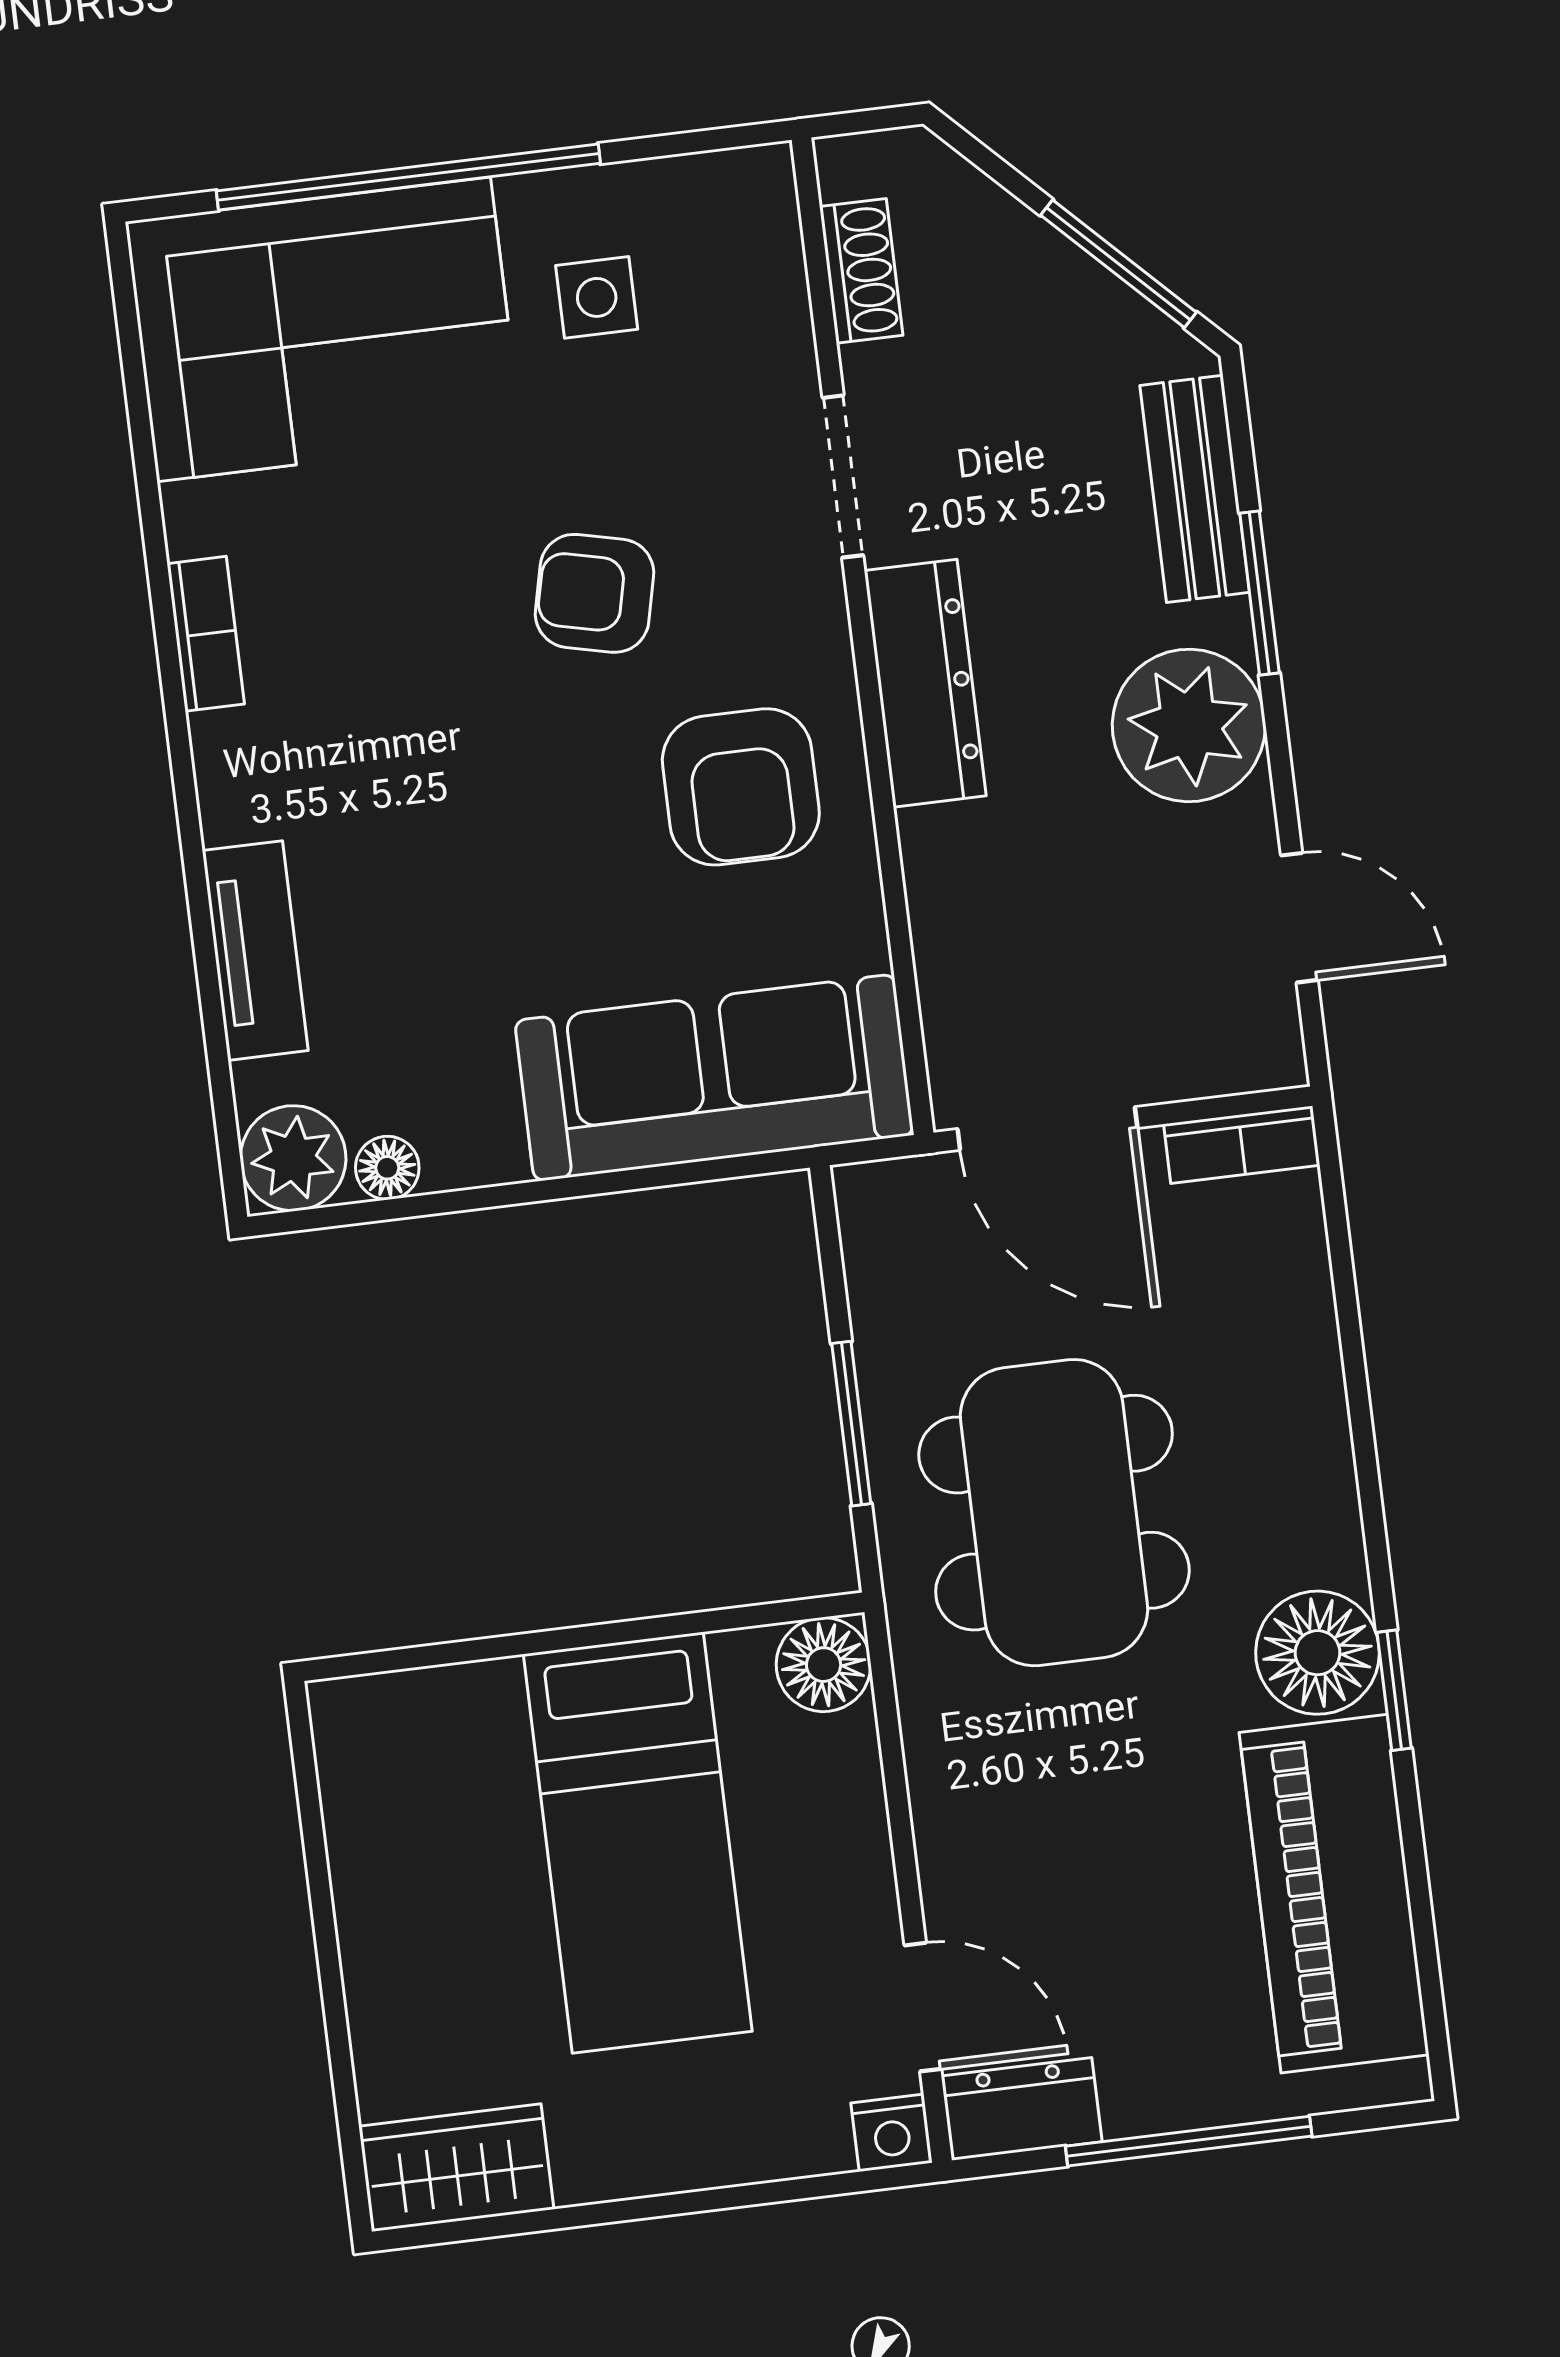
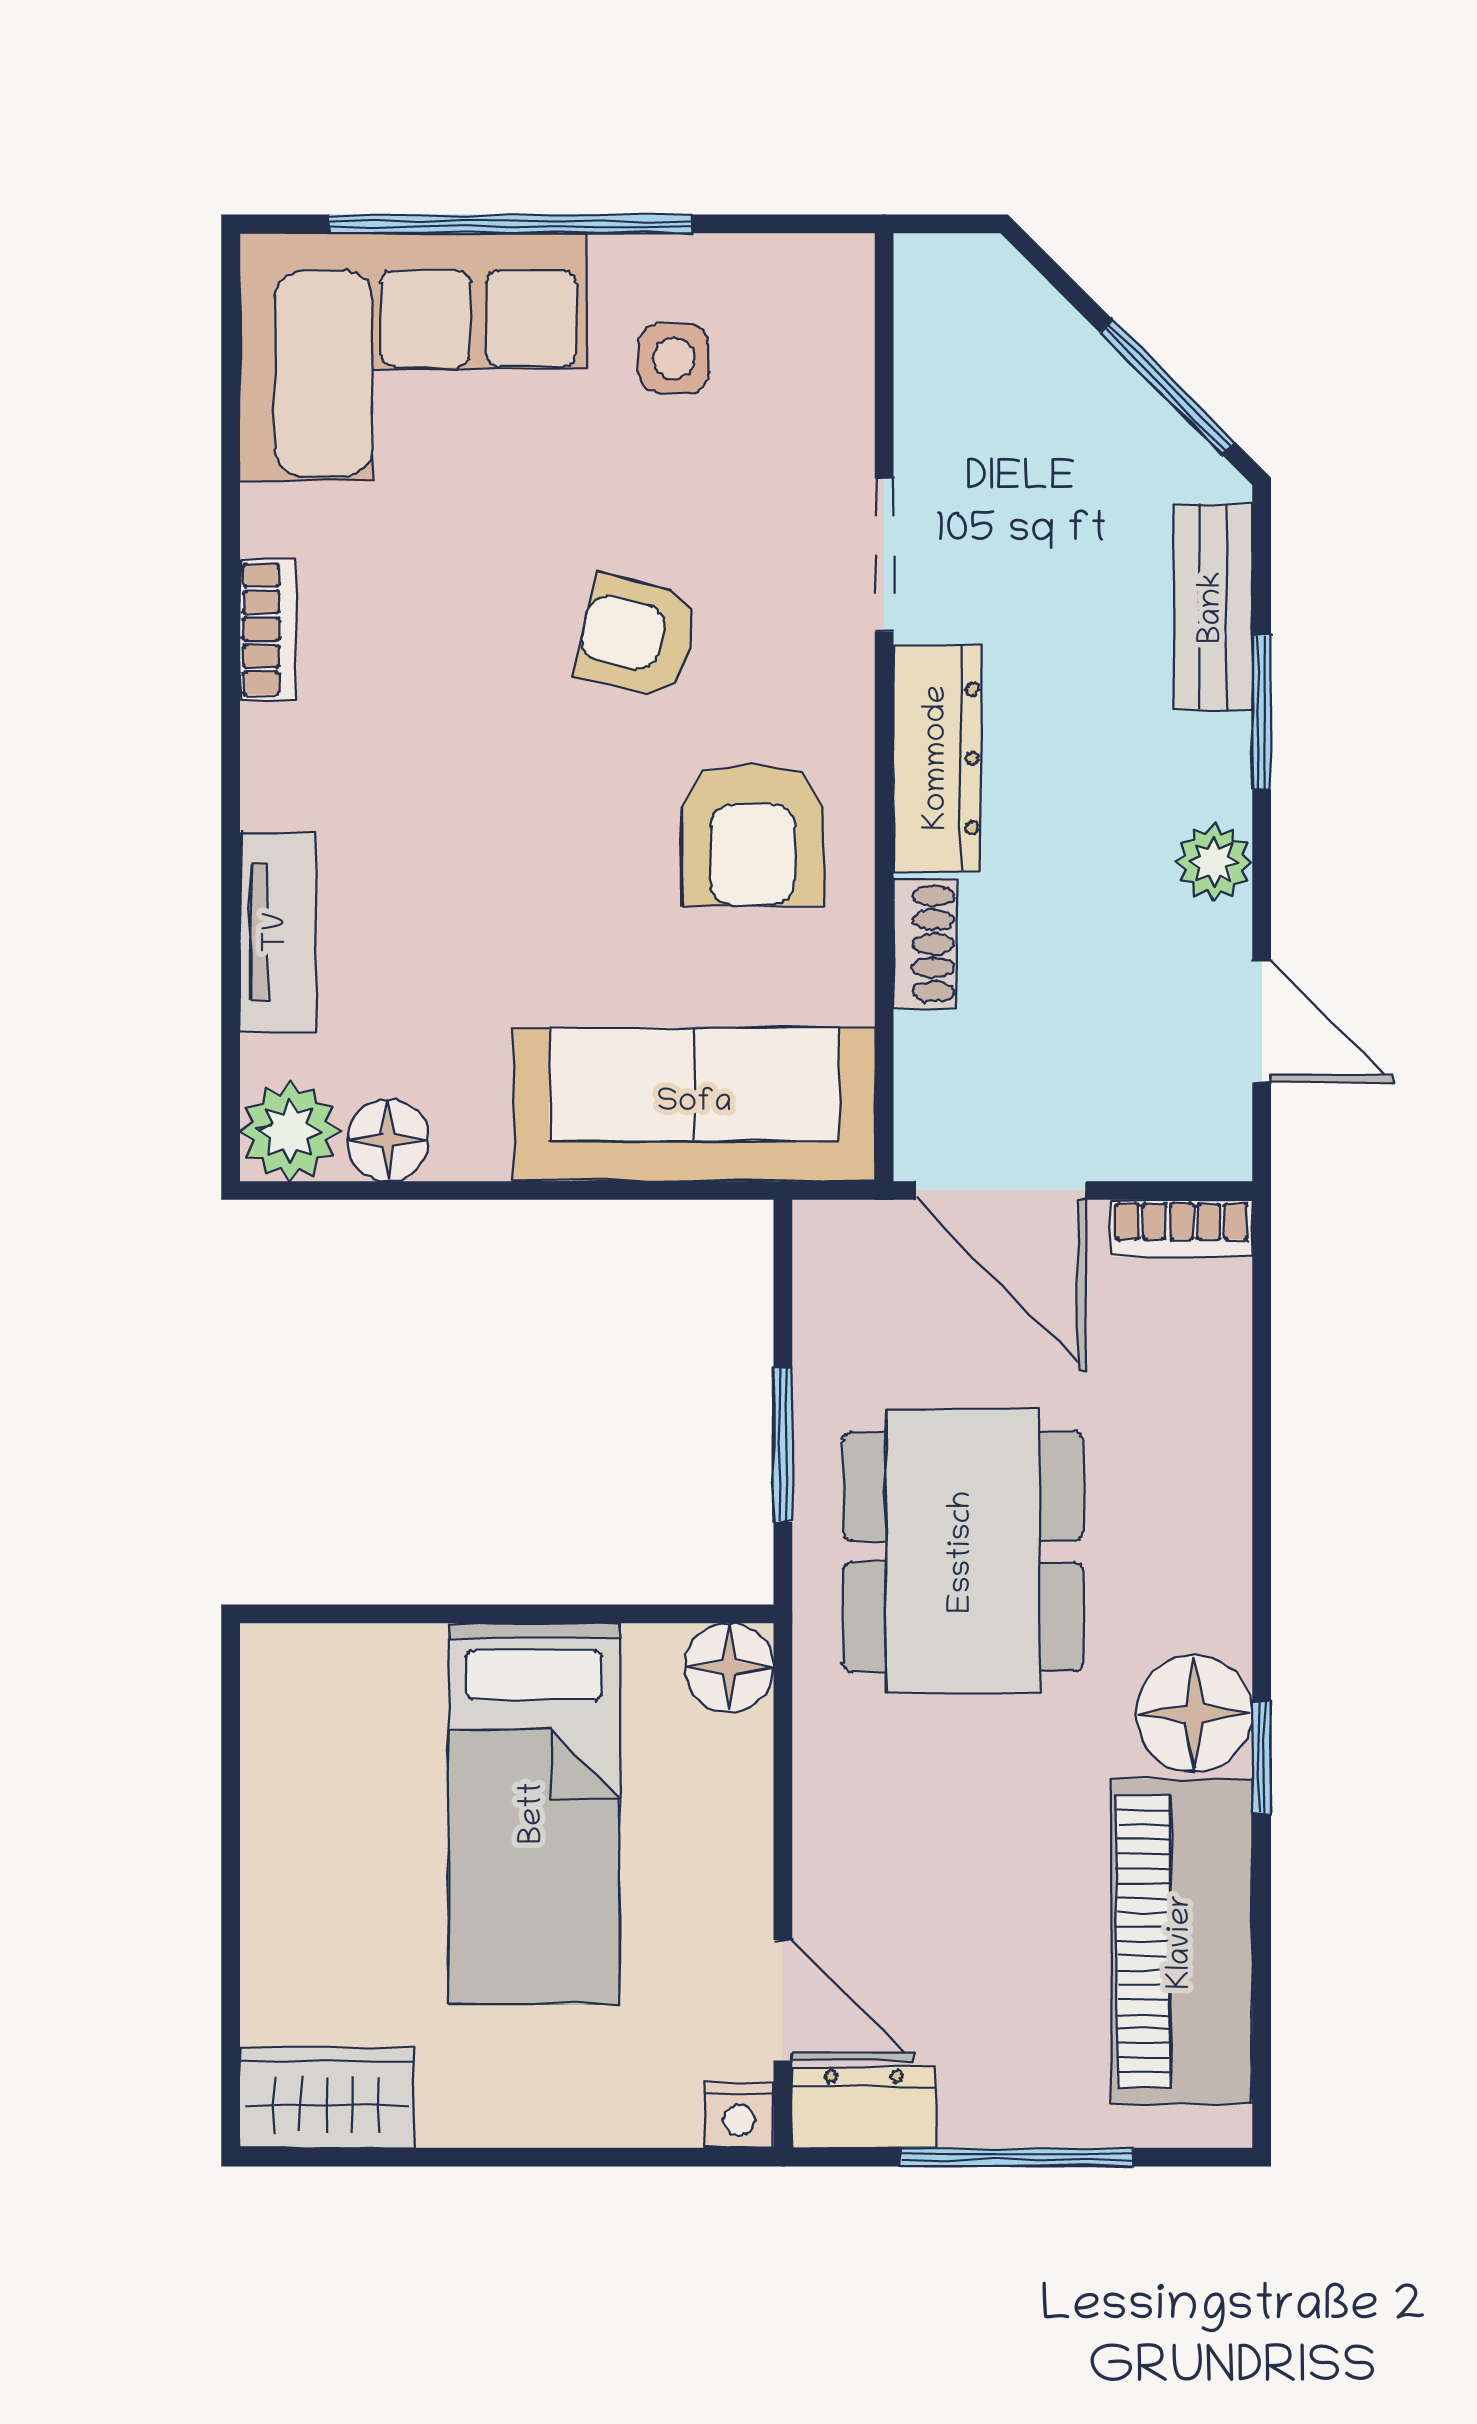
shoe rack: (861, 271) -> (925, 944), moved
plant: (1189, 725) -> (1214, 862), width x0.53, depth x0.53
floor lamp: (387, 1168) -> (388, 1140), width x1.37, depth x1.37

